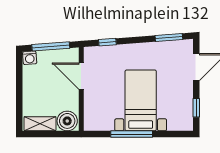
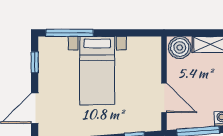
window: (132, 134) -> (70, 33), moved

